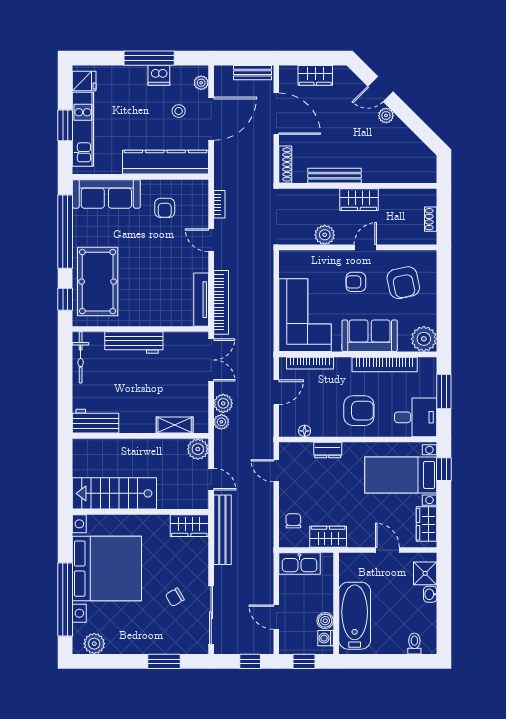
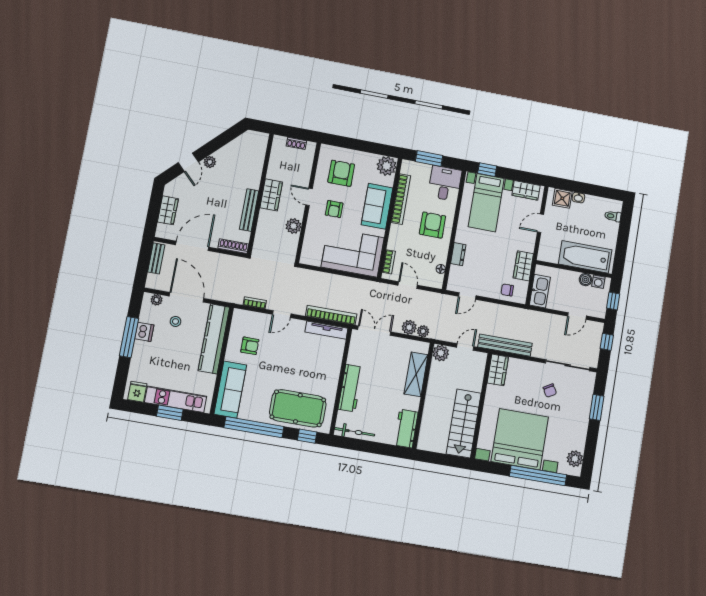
armchair: (403, 283) -> (341, 173), turned -78
bookcase: (310, 363) -> (389, 262), width x0.64
shelving: (175, 425) -> (416, 374), width x1.50, depth x1.33

